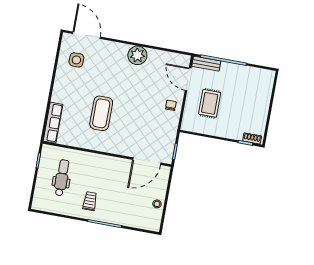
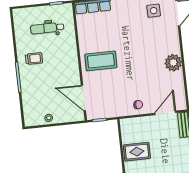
rug: (210, 103) -> (137, 152), moved
coffee table: (101, 113) -> (101, 61), moved
dental chair: (62, 178) -> (47, 28), turned 180

